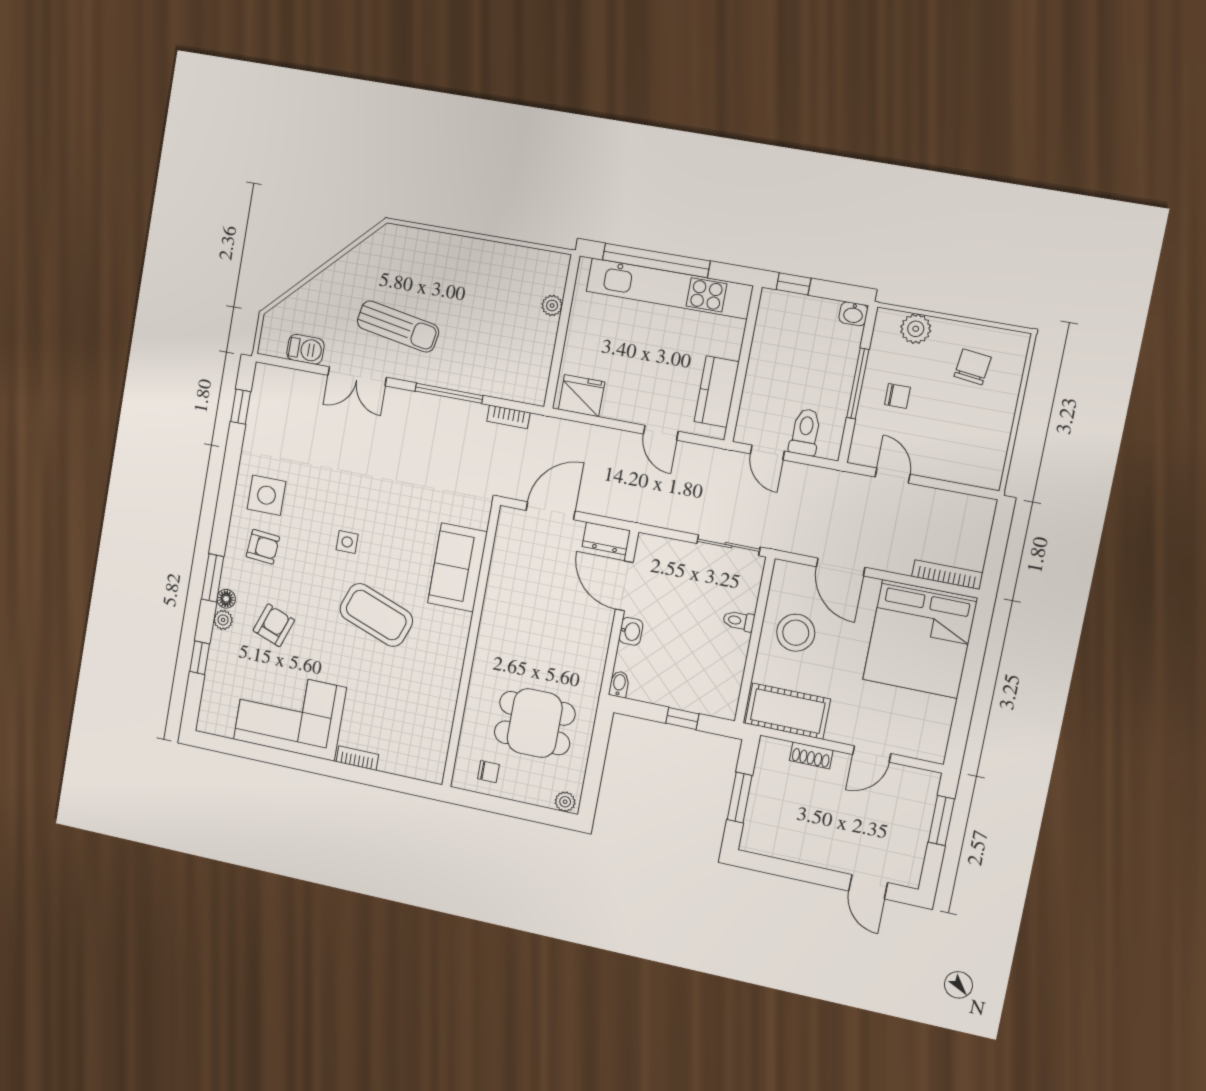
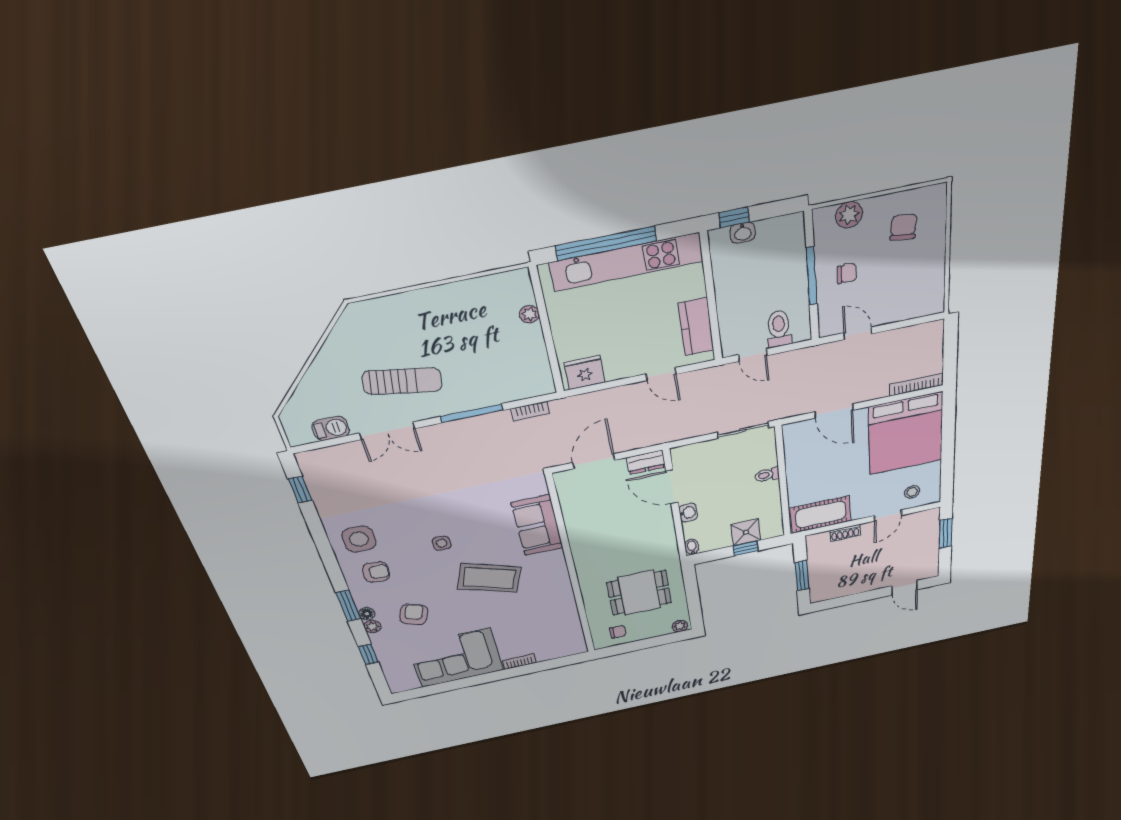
washbasin: (853, 314) -> (743, 233), moved
stool: (796, 633) -> (912, 492), moved, width x0.53, depth x0.53
shower: (690, 694) -> (746, 532), added

